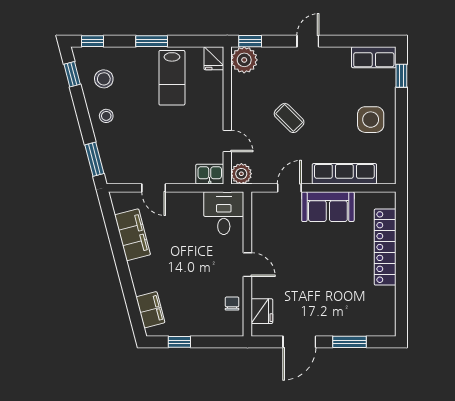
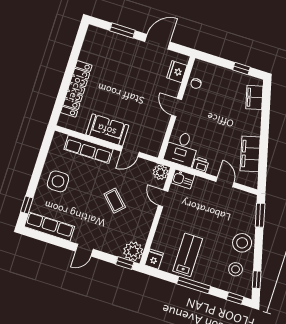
window: (152, 41) -> (194, 285), width x1.44
row of seats: (374, 57) -> (49, 227), width x1.48
stool: (106, 116) -> (242, 243), width x1.89, depth x1.89
printer: (193, 200) -> (200, 165), added

